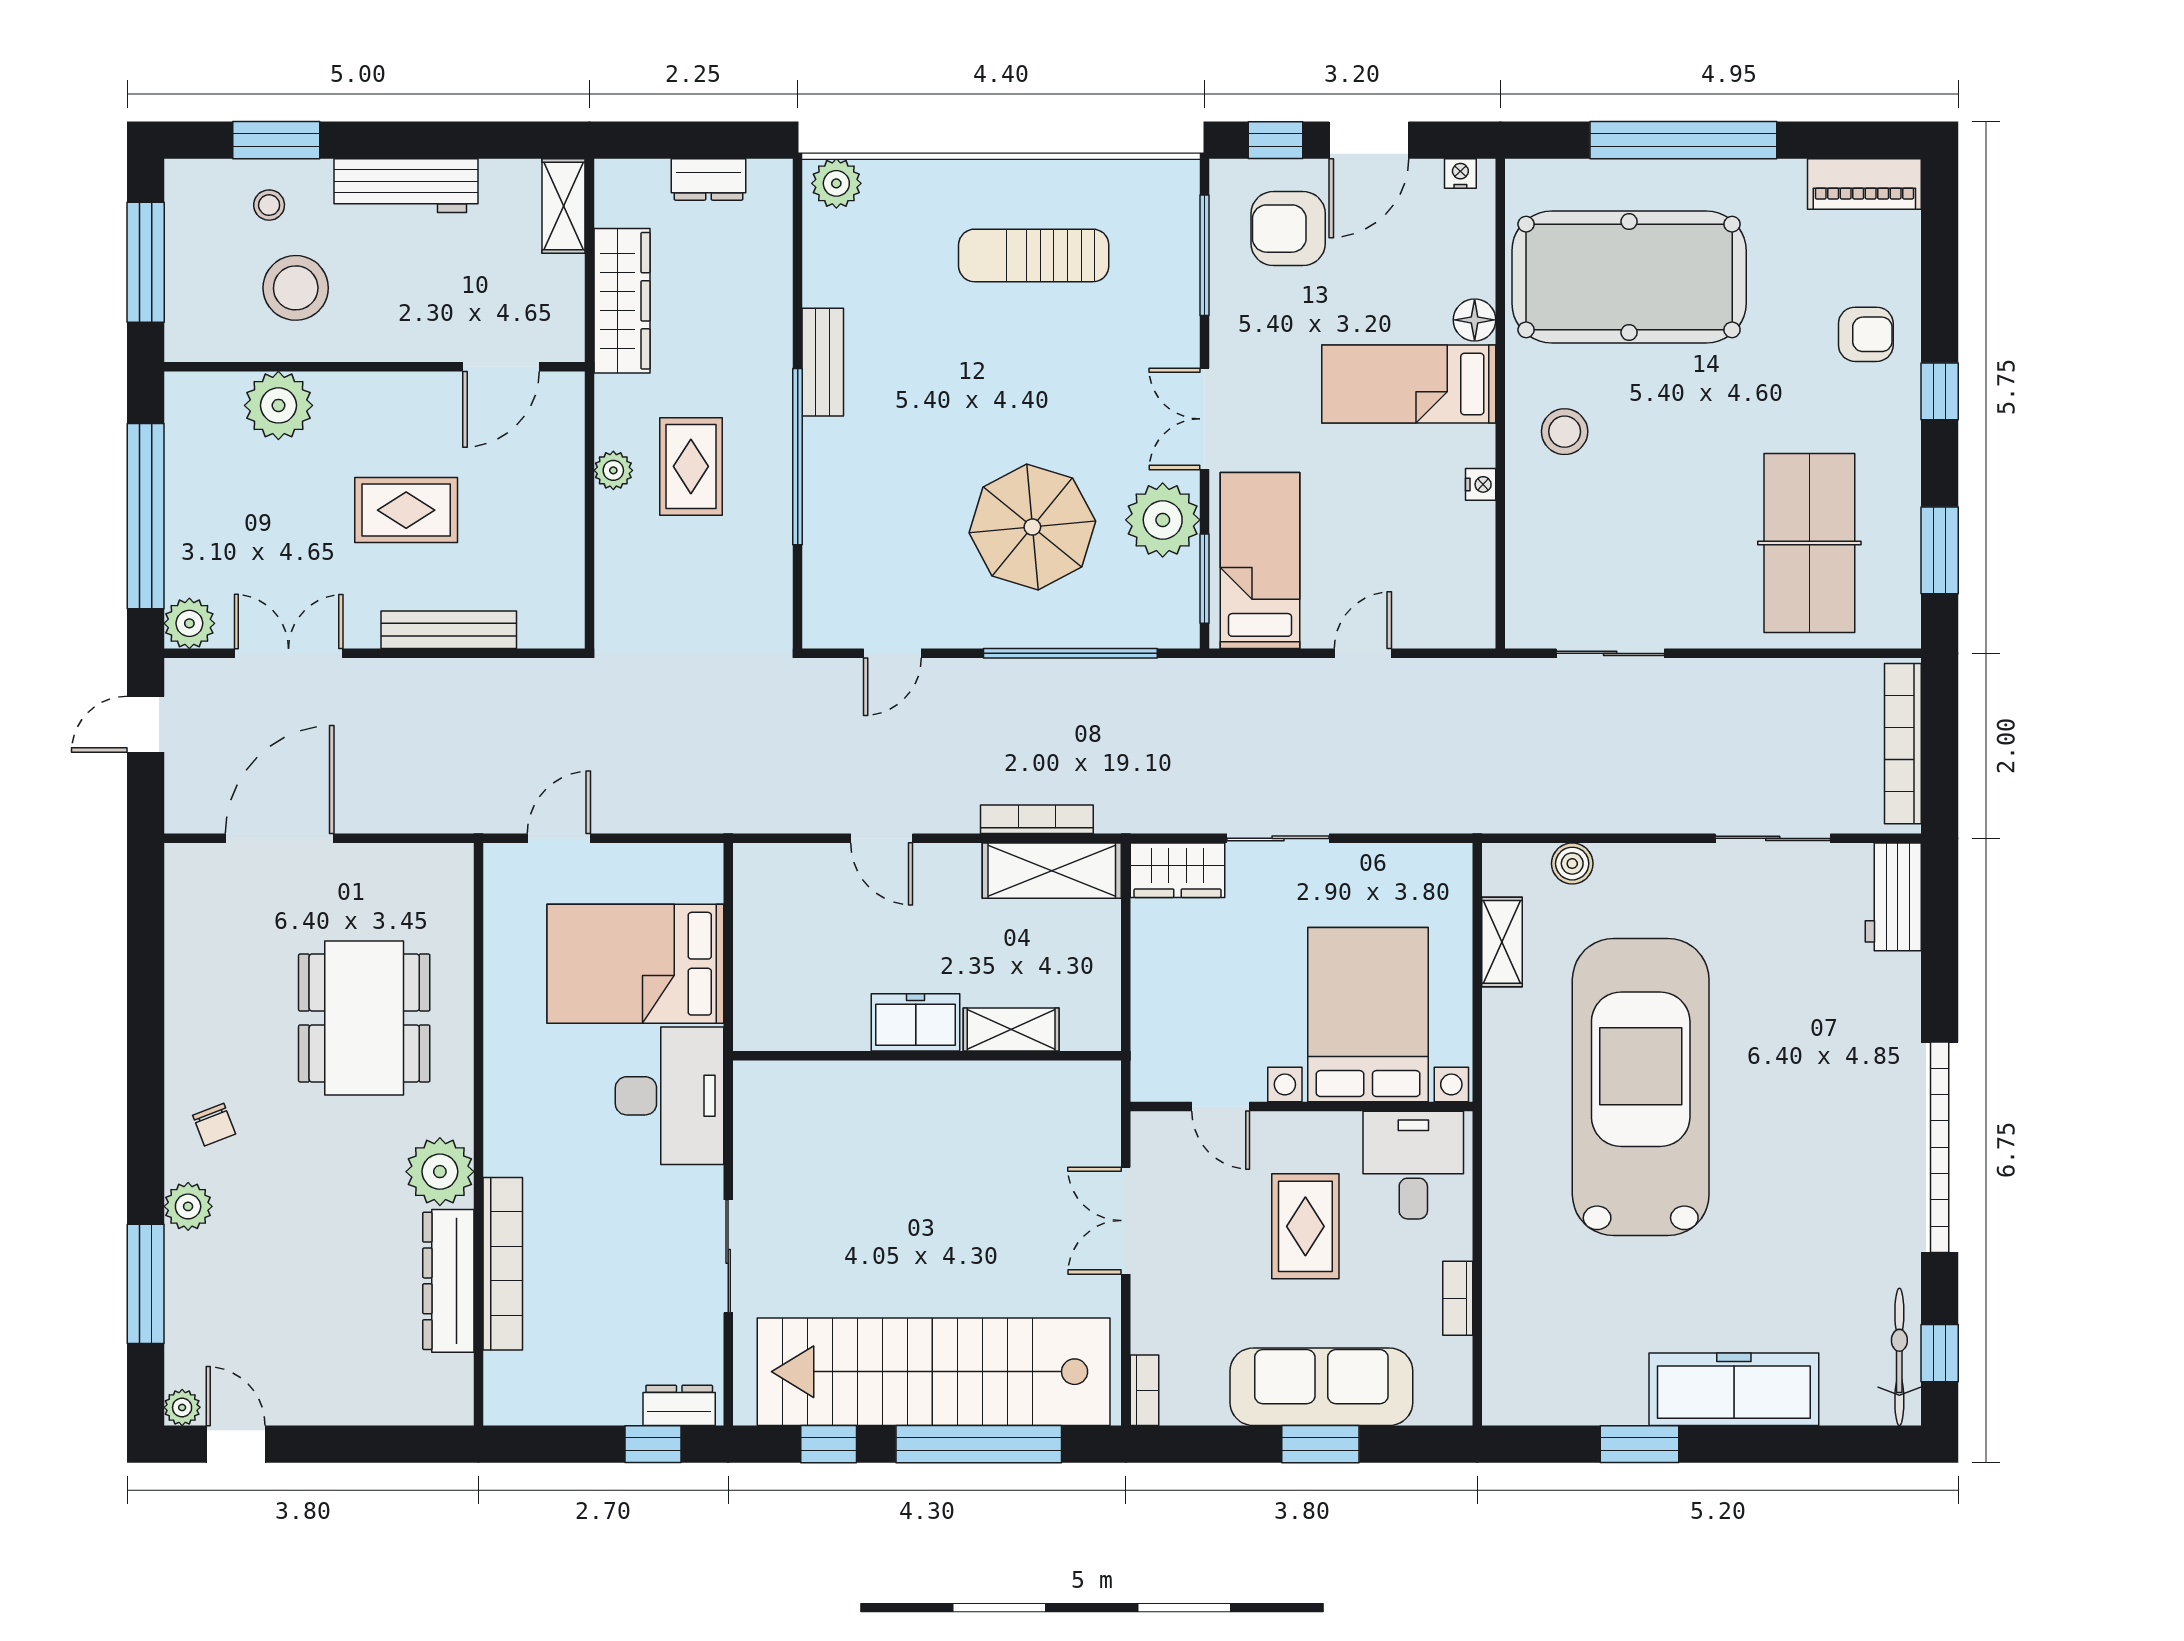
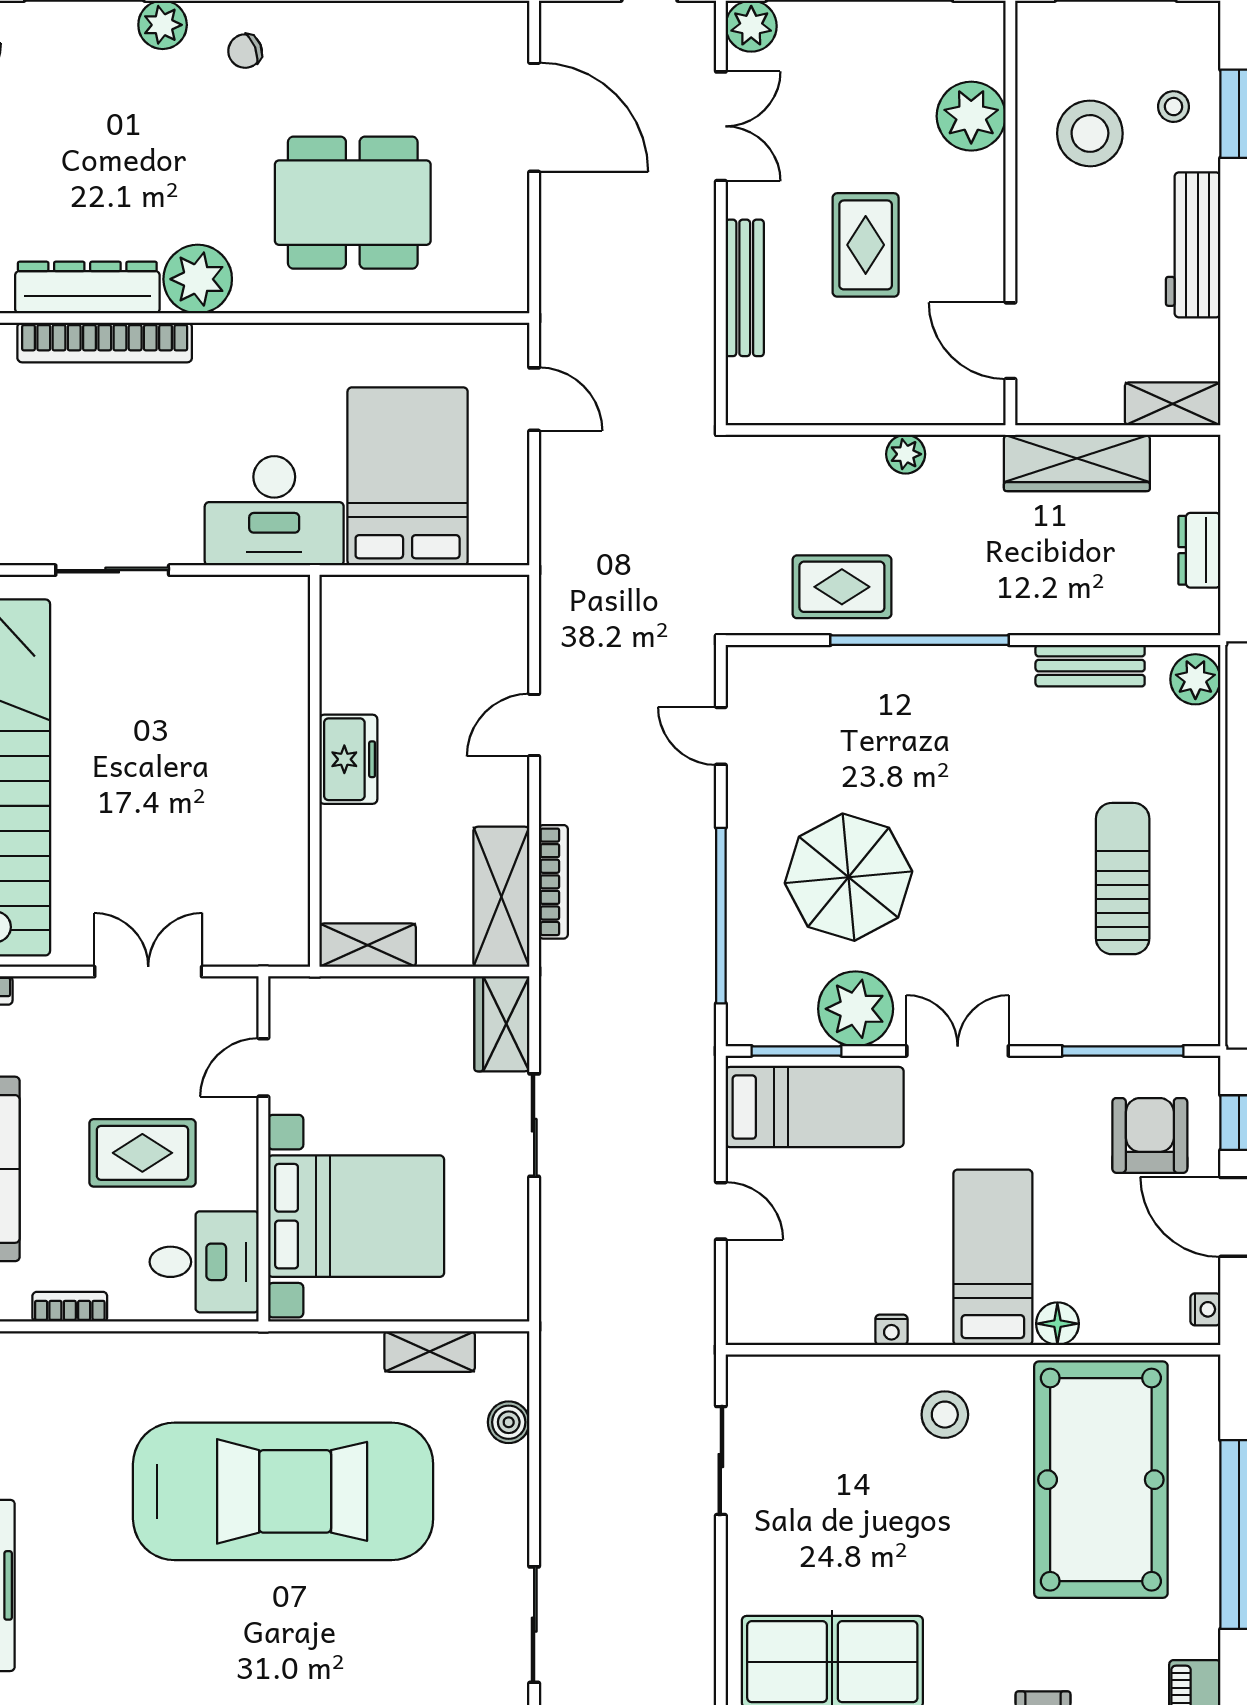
bench: (823, 362) -> (1090, 666), moved
rug: (691, 466) -> (842, 587), moved
shelving: (1011, 1030) -> (368, 945), moved, turned 90

